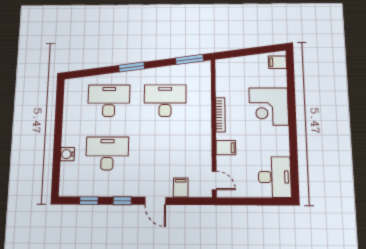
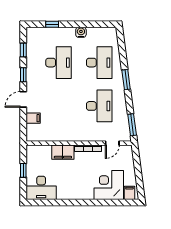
corner desk: (269, 107) -> (109, 185), moved
filing cabinet: (226, 148) -> (63, 152), width x2.00
water cooler: (67, 154) -> (81, 32), moved
window: (57, 162) -> (52, 24), added
door: (214, 180) -> (112, 143), moved
window: (252, 201) -> (23, 170), added

